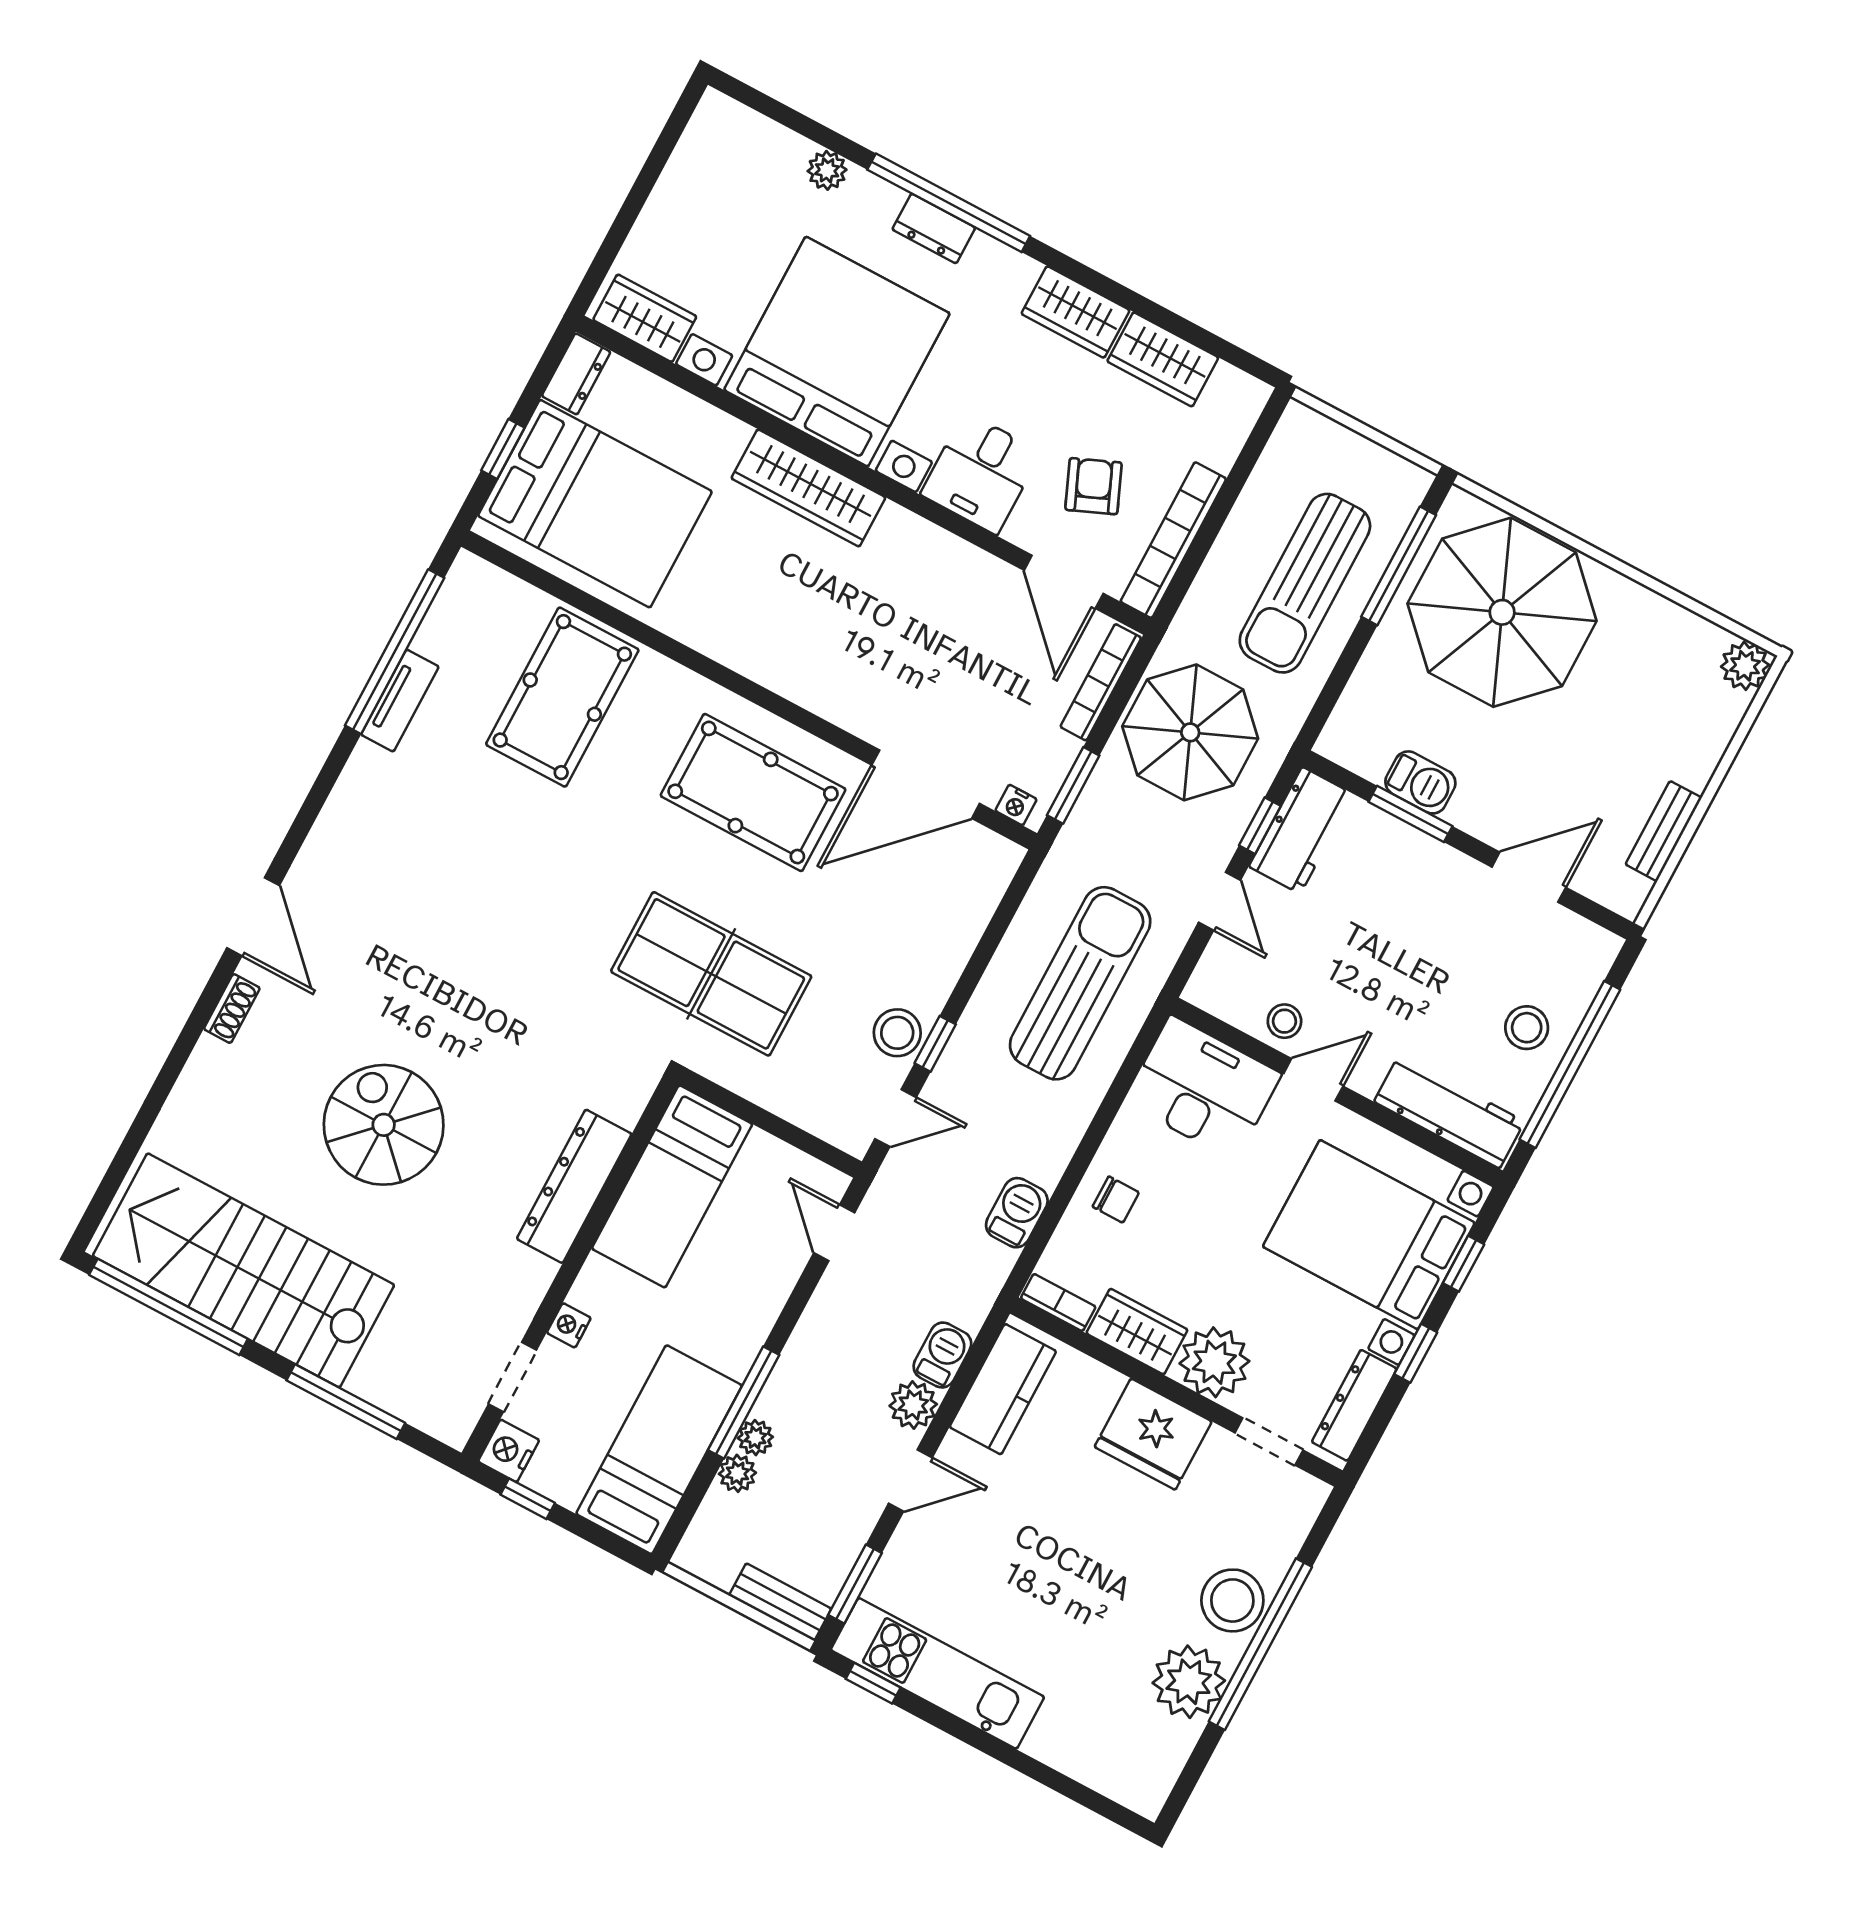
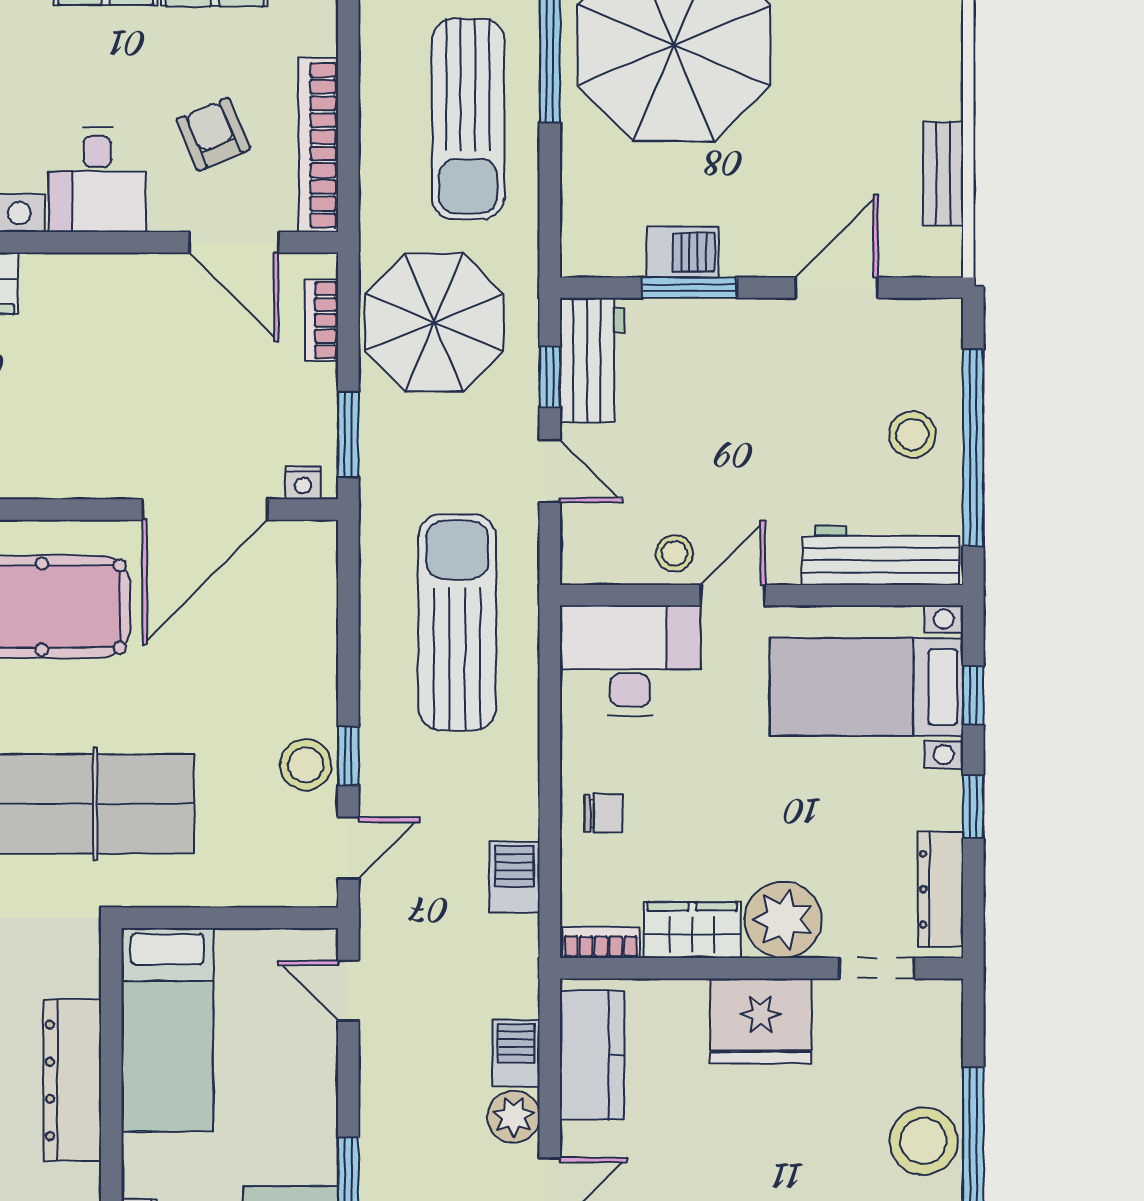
bookcase: (1101, 682) -> (322, 320), width x0.64
bed with nightstands: (1369, 1235) -> (867, 687), width x0.73

